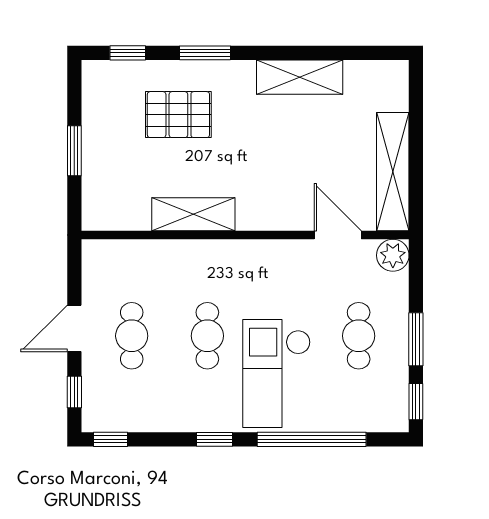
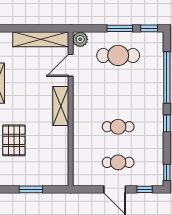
shelving: (193, 214) -> (61, 106), moved
cafe table: (359, 336) -> (118, 55), width x1.37, depth x1.35
checkout: (277, 374) -> (136, 94), removed

